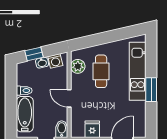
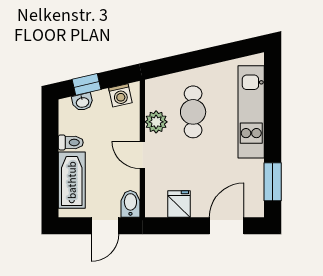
washbasin: (42, 63) -> (82, 102), moved
plant: (78, 66) -> (156, 122), moved
window: (151, 90) -> (273, 182), moved

